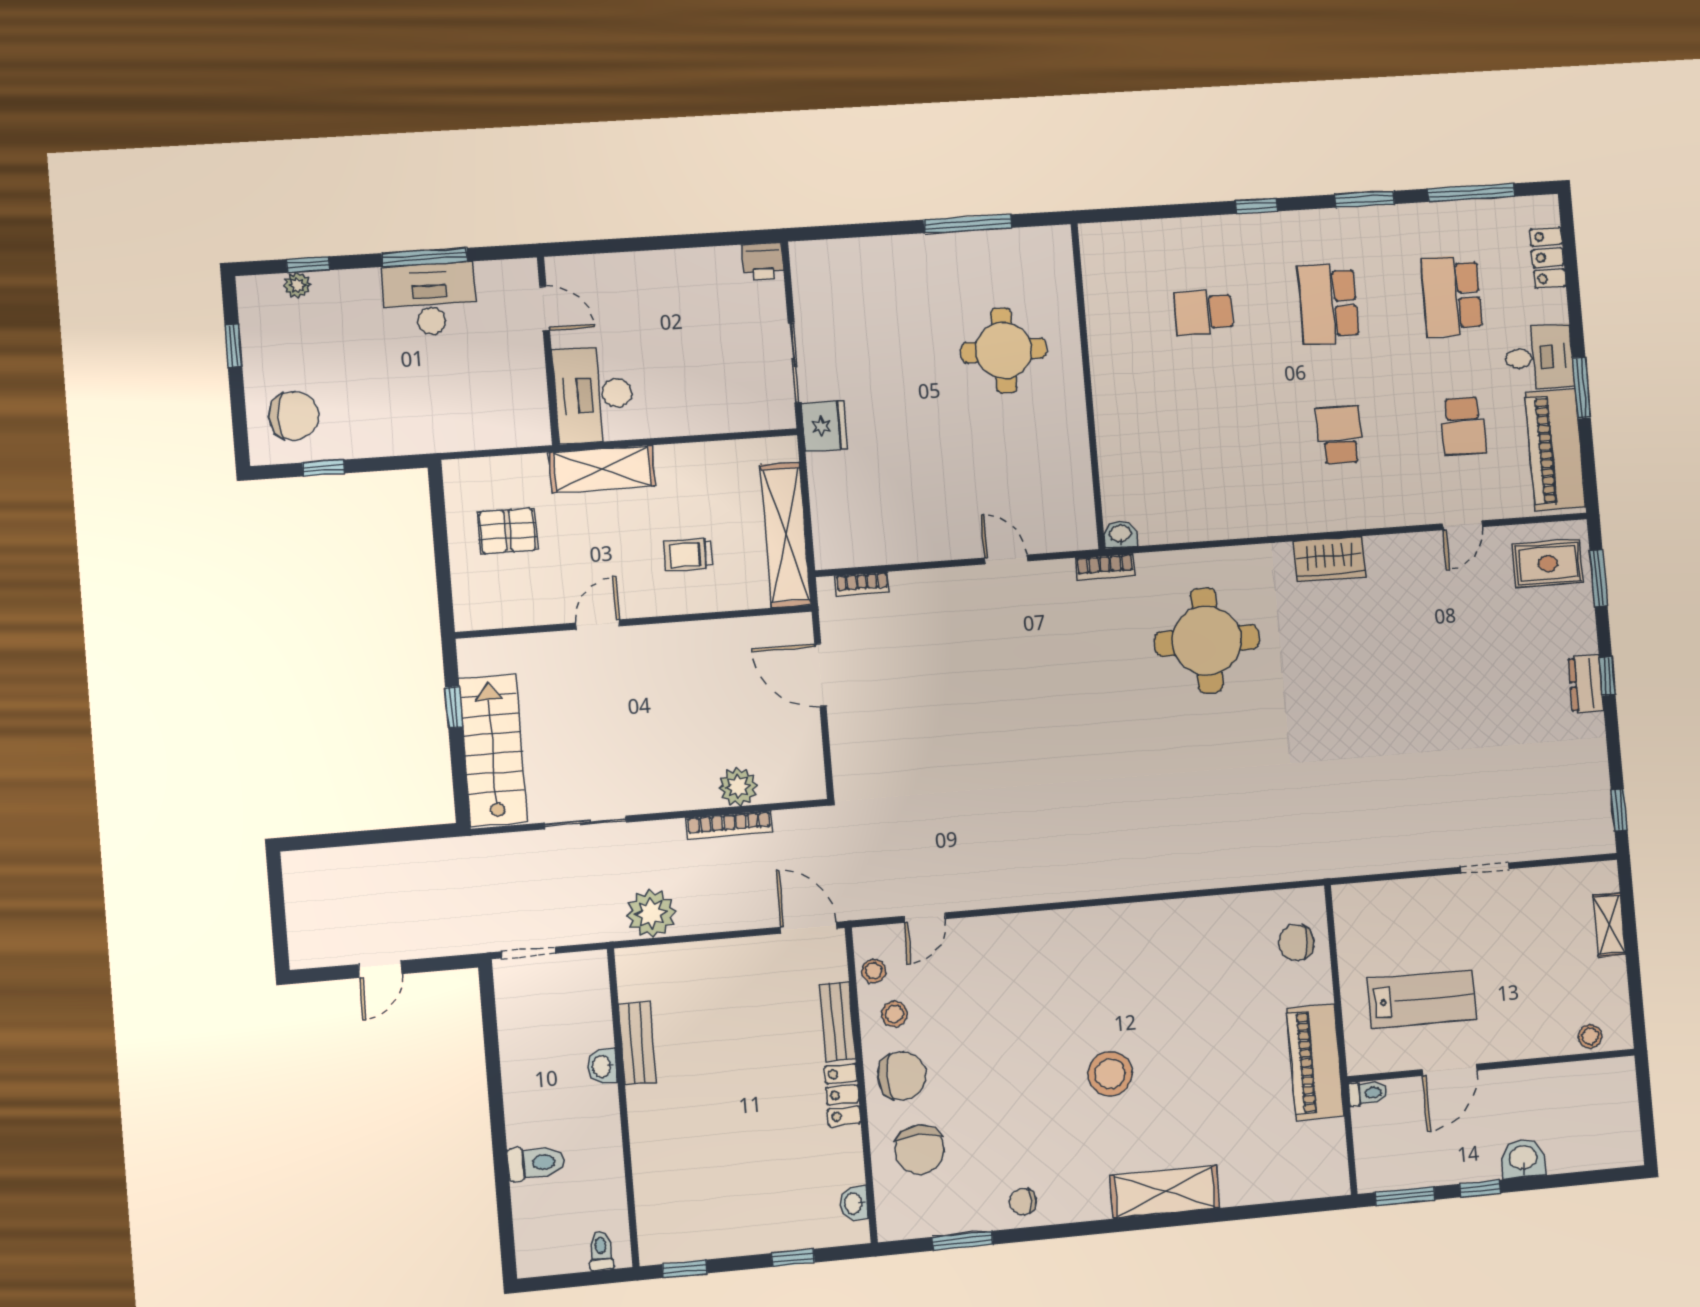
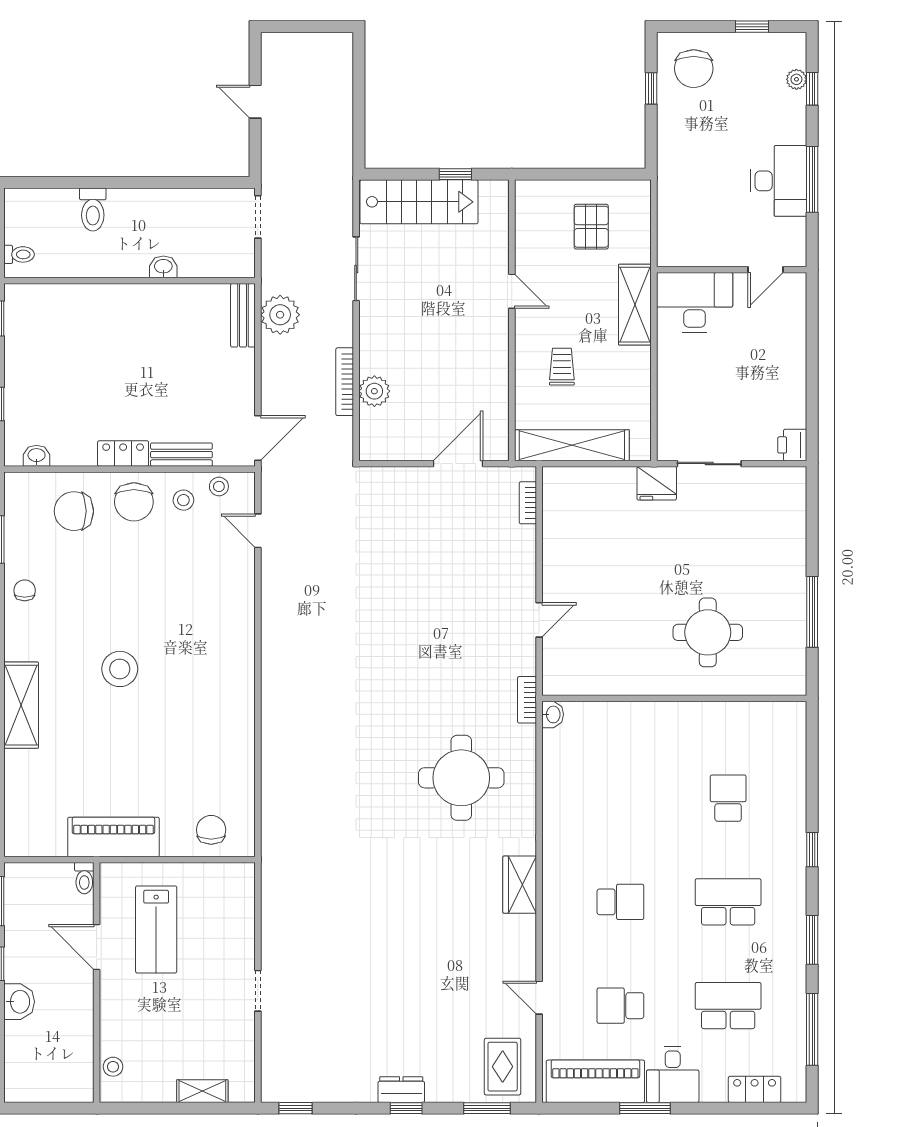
bench: (637, 1043) -> (243, 315), moved, turned 90

